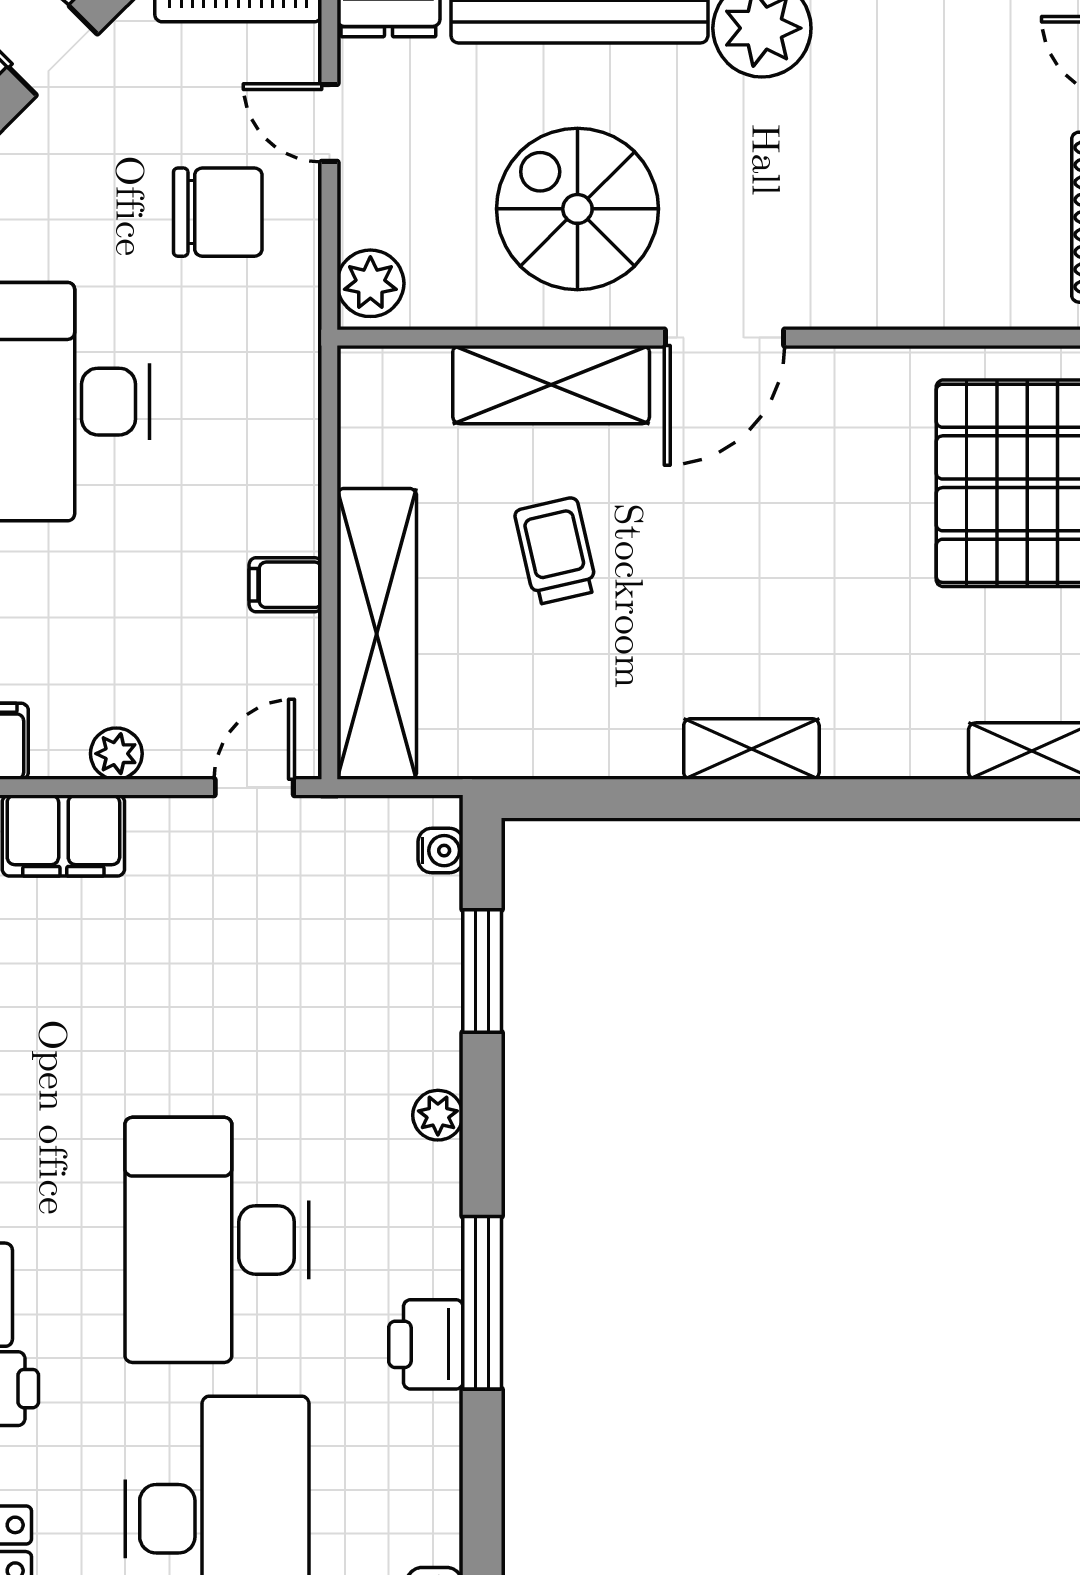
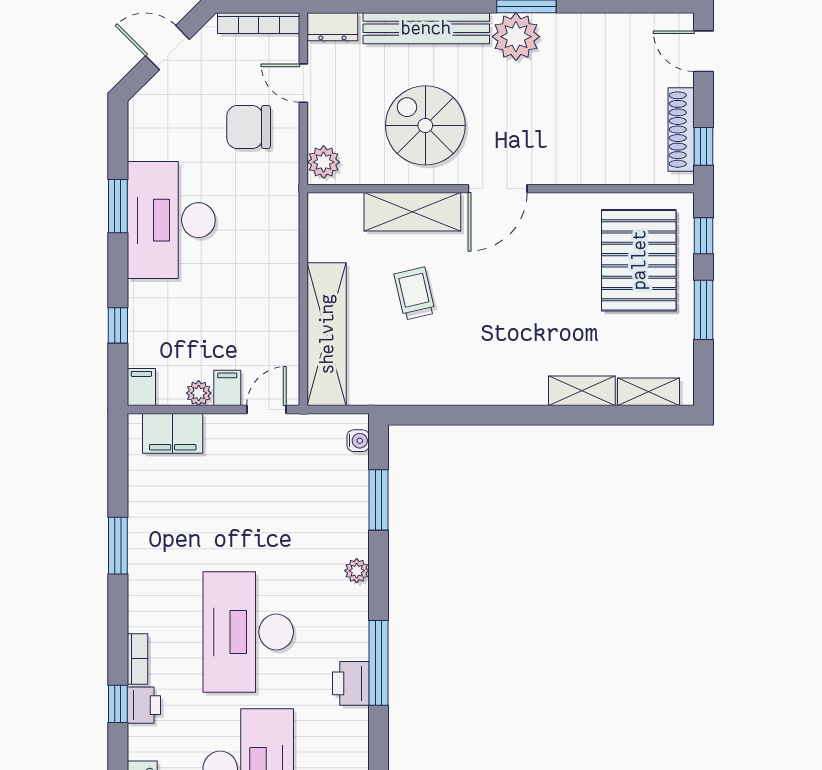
chair: (218, 212) -> (249, 127), turned 180
filing cabinet: (285, 585) -> (227, 388), moved, turned 90
shelving: (751, 749) -> (582, 391), moved

